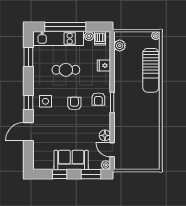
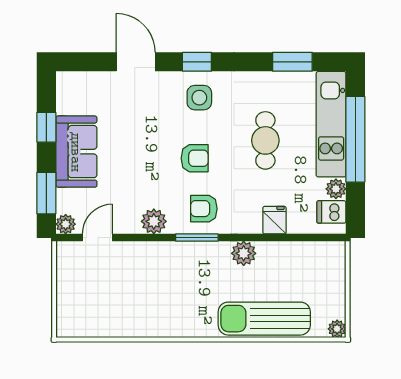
plant: (120, 46) -> (244, 253), moved
plant: (104, 123) -> (154, 221), added
floor lamp: (105, 135) -> (128, 222), removed

